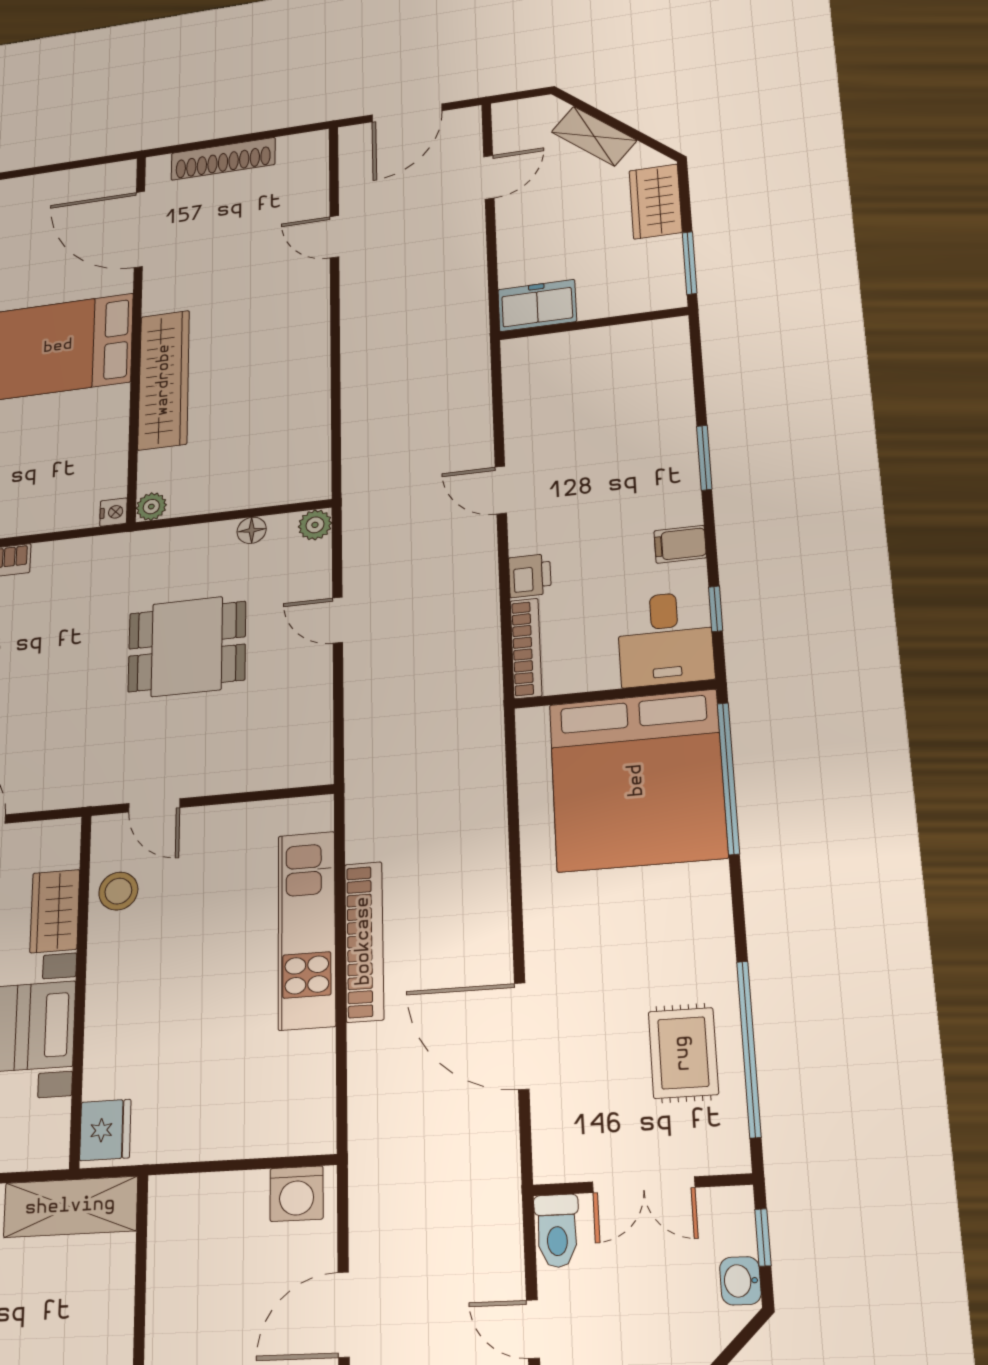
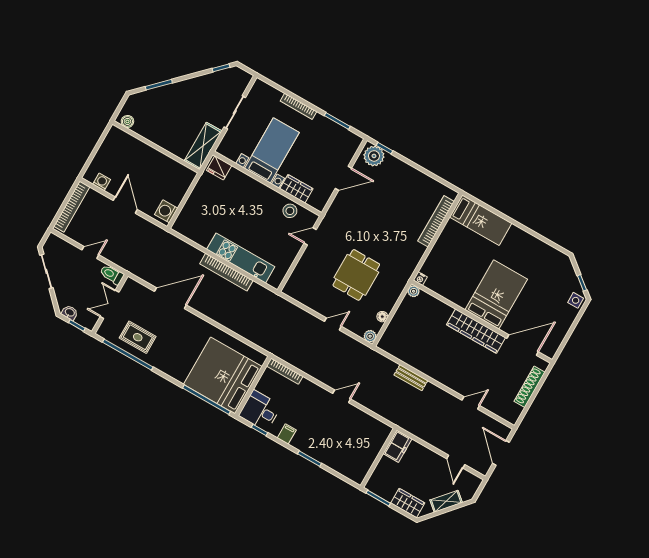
wardrobe: (164, 380) -> (476, 331), moved
bench: (357, 383) -> (411, 378), added
printer: (530, 576) -> (307, 387), removed

